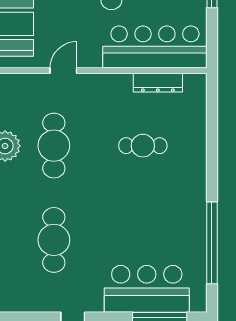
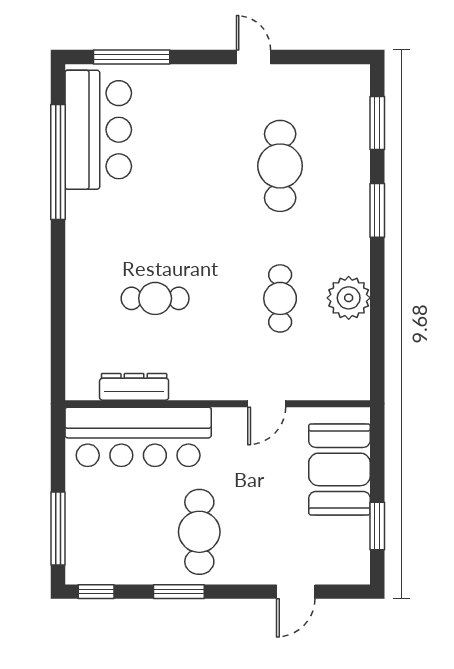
cafe table: (54, 146) -> (280, 298), width x0.73, depth x0.74
bar counter: (147, 289) -> (98, 130), moved, turned -90

